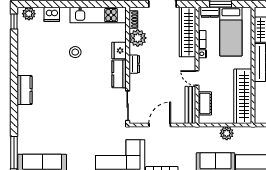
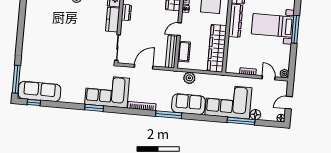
door: (197, 78) -> (179, 29), hinge flipped
kitchen counter: (24, 90) -> (30, 26), removed
plant: (227, 133) -> (189, 78), moved

